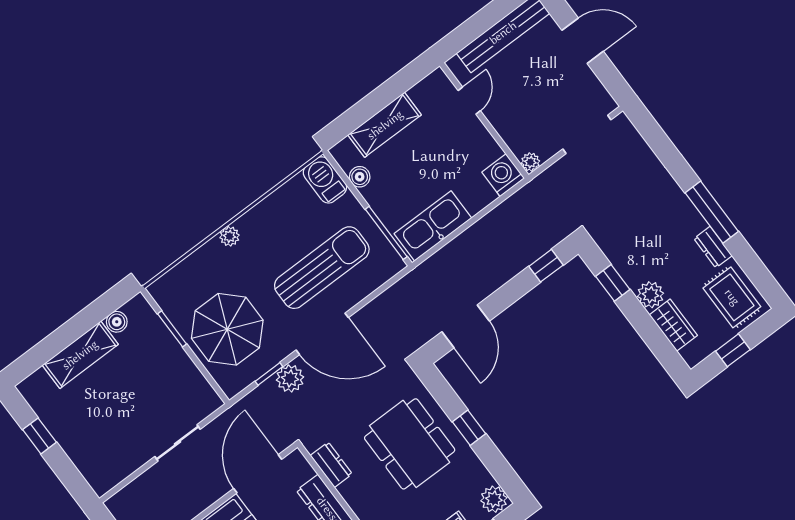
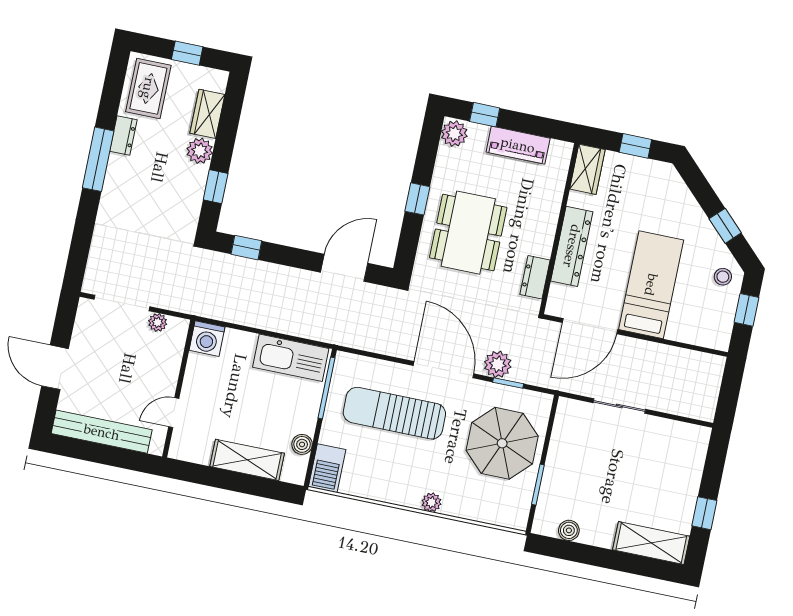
plant: (530, 162) -> (158, 322), moved
shelving: (80, 355) -> (651, 543), moved

